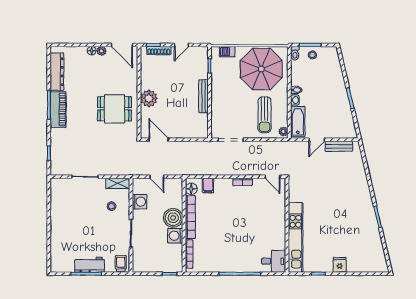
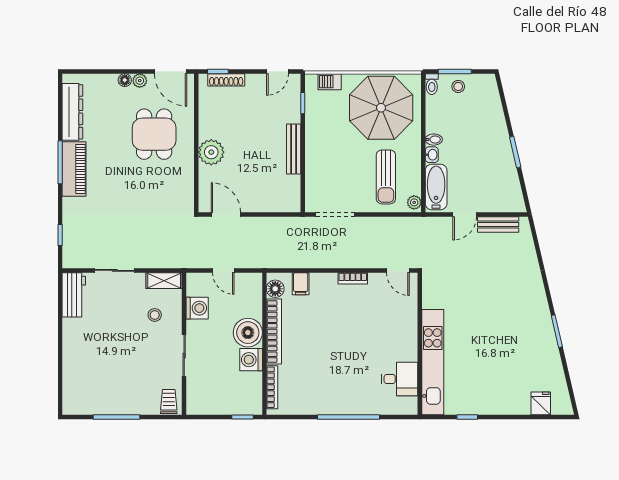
door: (181, 45) -> (277, 71), moved
dining table: (114, 109) -> (154, 134), moved, turned 90
desk: (274, 261) -> (399, 379), moved
workbench: (90, 265) -> (74, 295), moved, turned 90
fridge: (340, 265) -> (541, 403), moved

